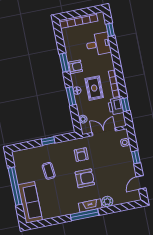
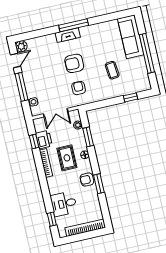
window: (71, 96) -> (88, 137), moved
window: (48, 141) -> (130, 97), moved
window: (136, 157) -> (22, 87), width x2.17
plant: (107, 202) -> (21, 46), moved

